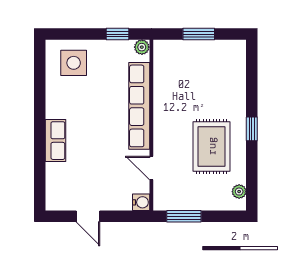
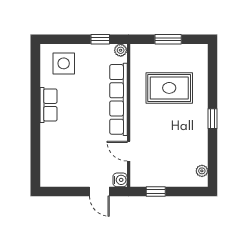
row of seats: (55, 141) -> (48, 105), moved
rug: (212, 146) -> (169, 88), moved, turned 90
door: (88, 216) -> (99, 192), moved
window: (184, 216) -> (156, 192), width x0.67

